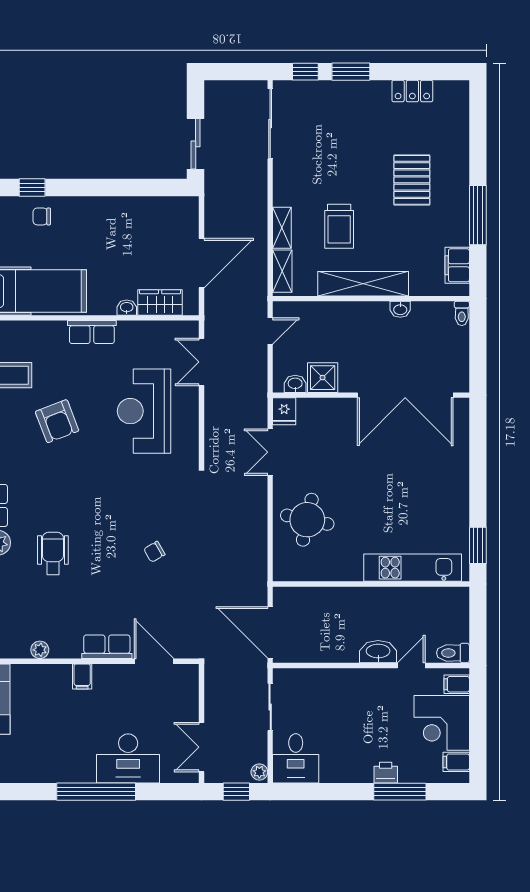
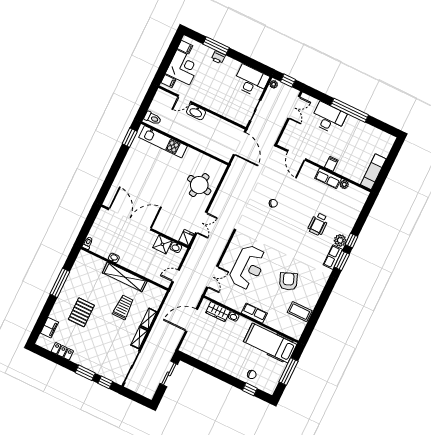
filing cabinet: (457, 265) -> (49, 328), moved
shelving: (282, 271) -> (139, 338), moved
row of seats: (107, 647) -> (328, 178), moved
toilet: (453, 653) -> (153, 118), moved
desk: (296, 758) -> (251, 81), width x1.37

